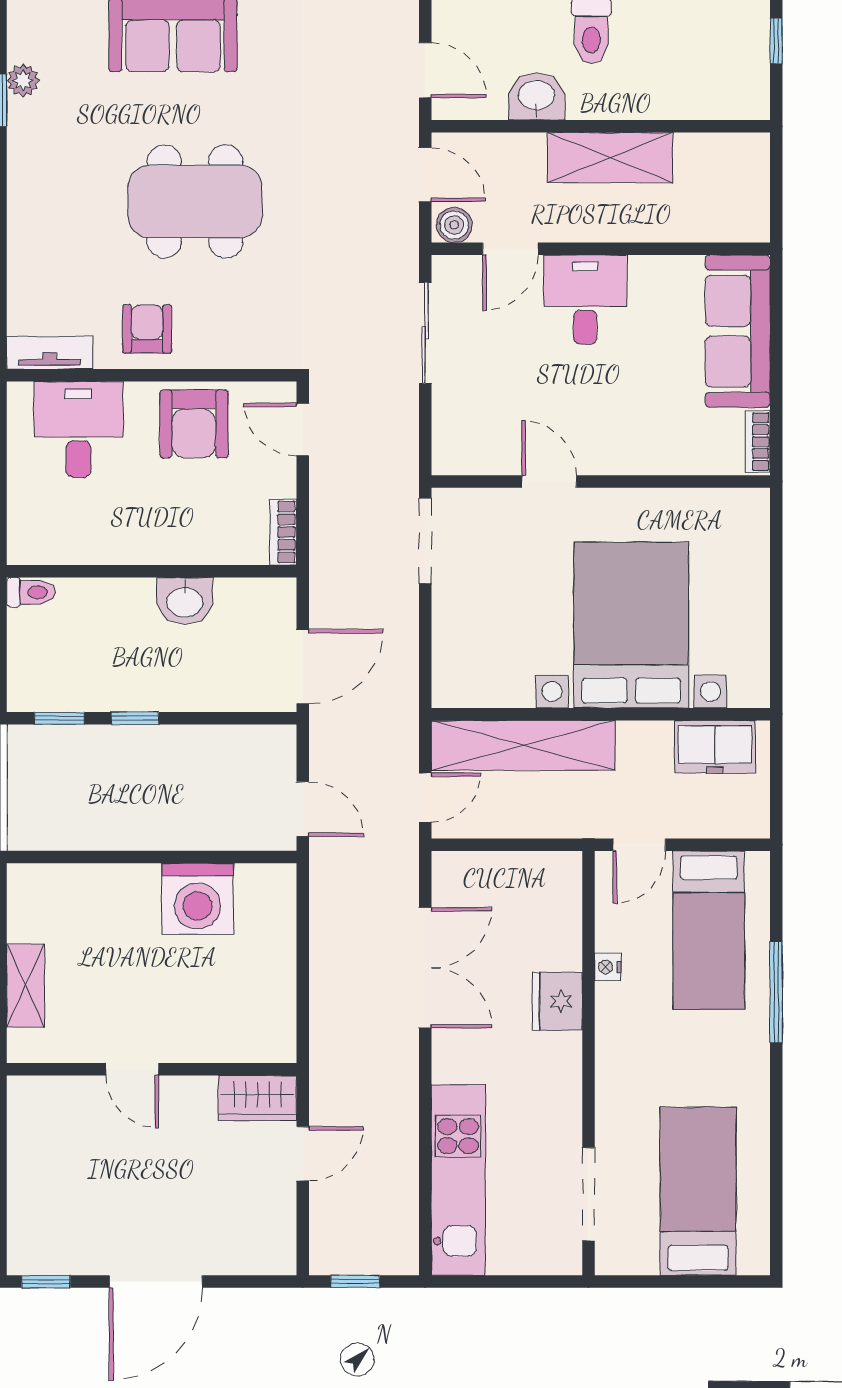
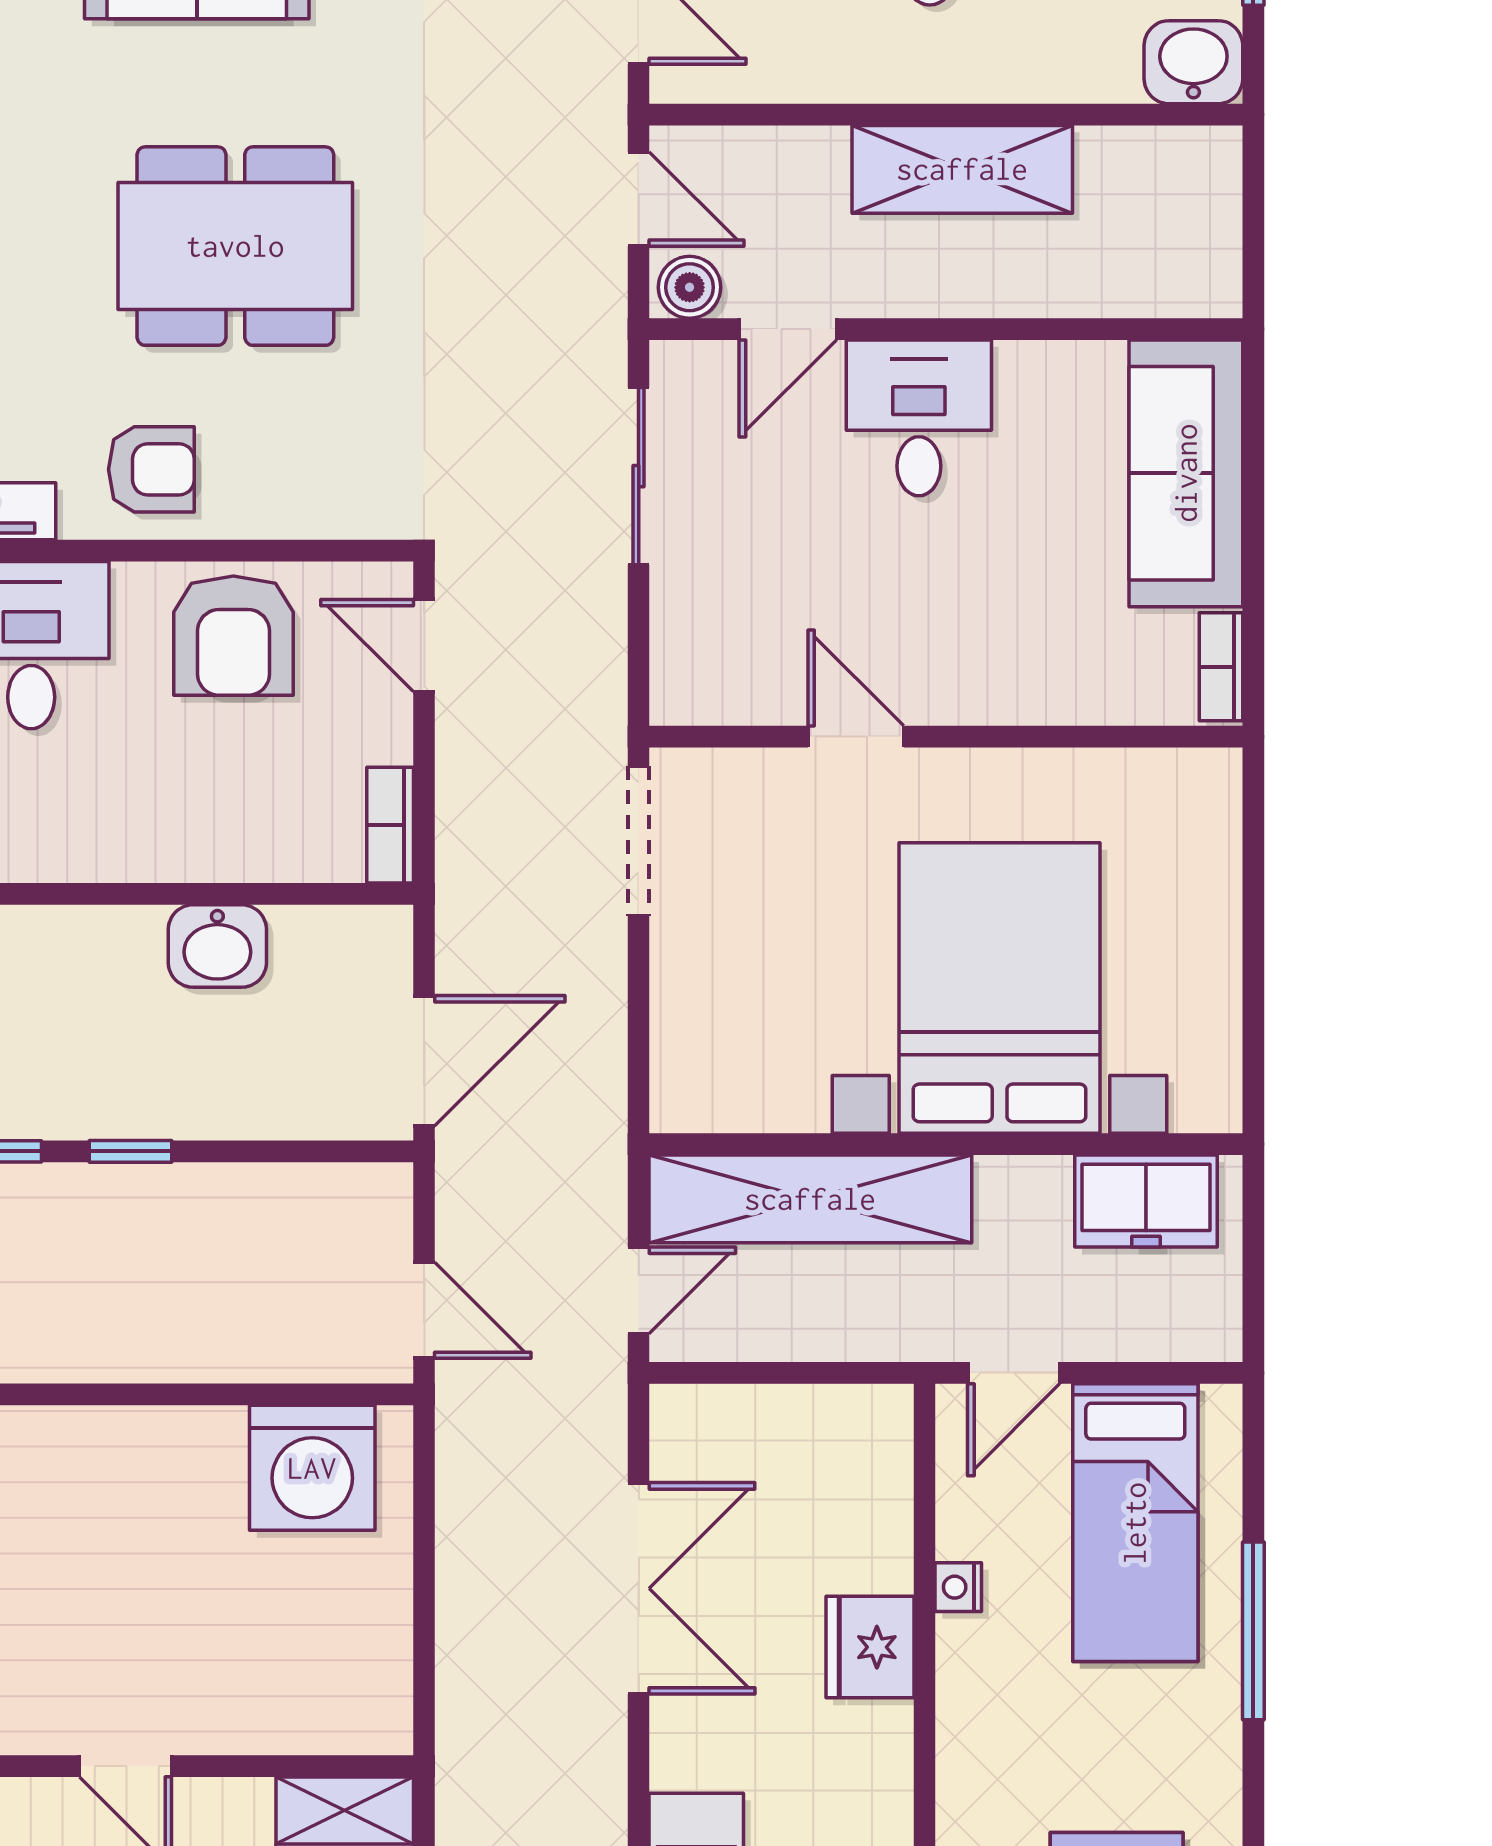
washbasin: (537, 96) -> (1193, 62), moved
armchair: (147, 329) -> (151, 469), turned 90
washing machine: (197, 899) -> (312, 1468), moved

